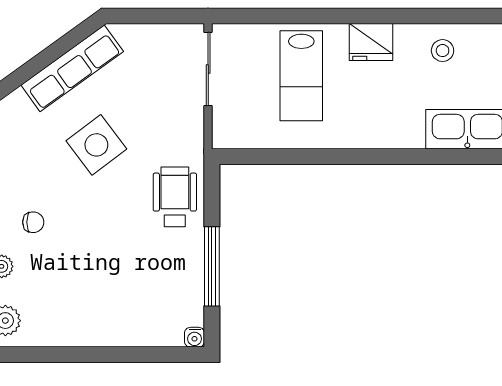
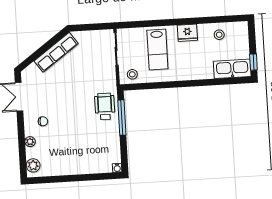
stool: (241, 128) -> (132, 74), added
side table: (96, 145) -> (69, 85), removed
window: (212, 266) -> (122, 118), moved

